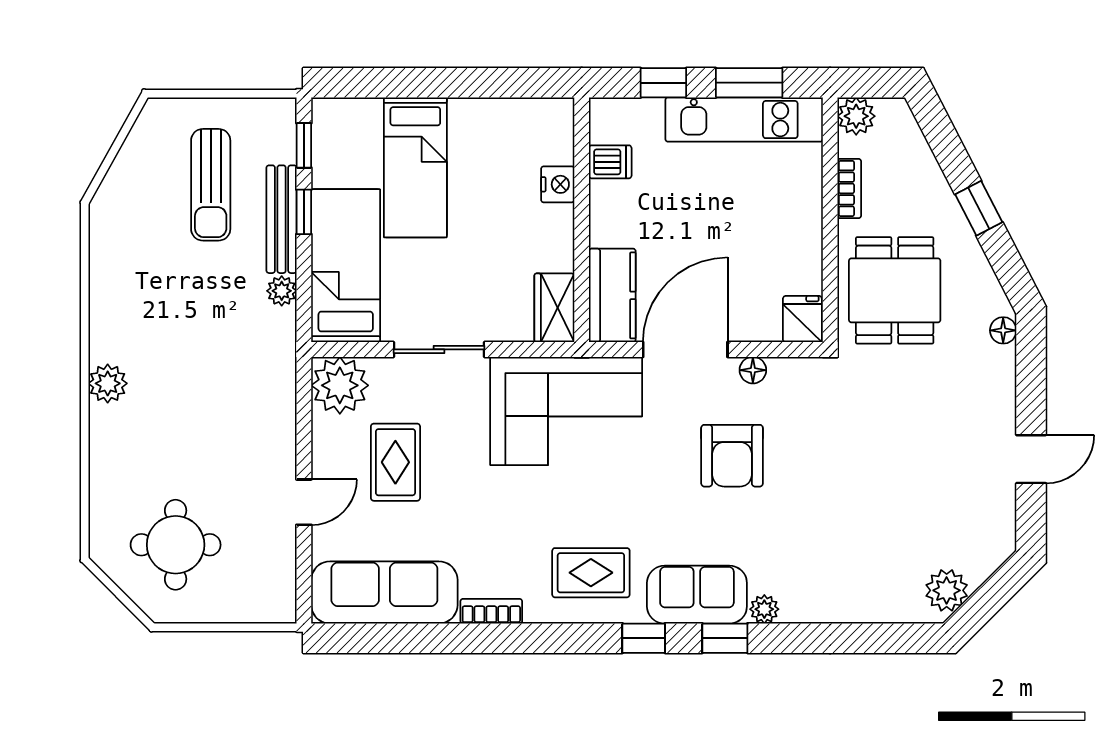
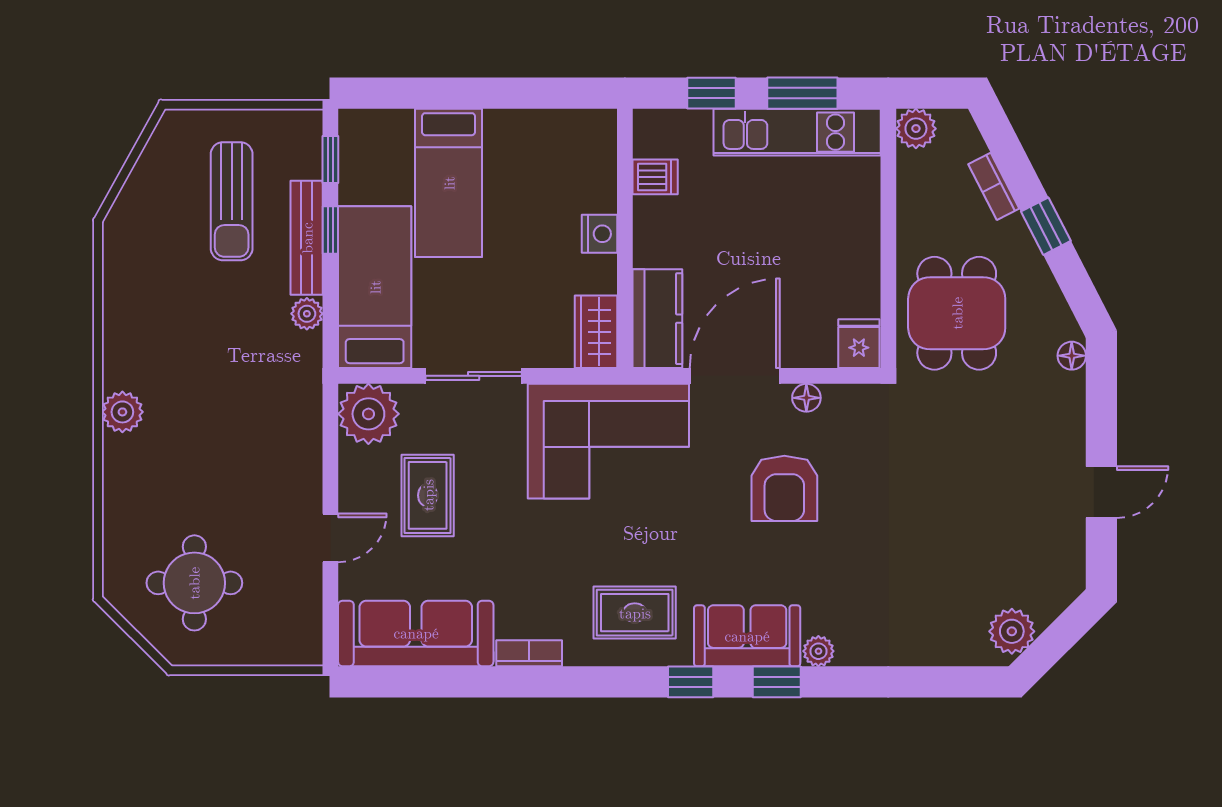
nightstand: (558, 184) -> (599, 234), moved
bookcase: (849, 188) -> (994, 186), moved, turned 153

